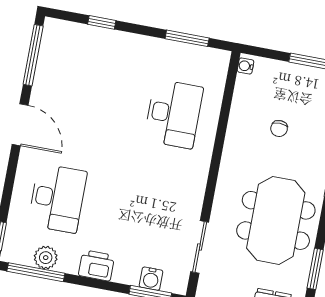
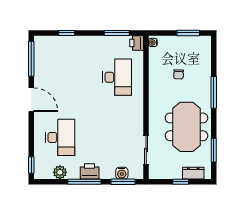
printer: (218, 62) -> (137, 43), added
window: (36, 272) -> (84, 182), moved

